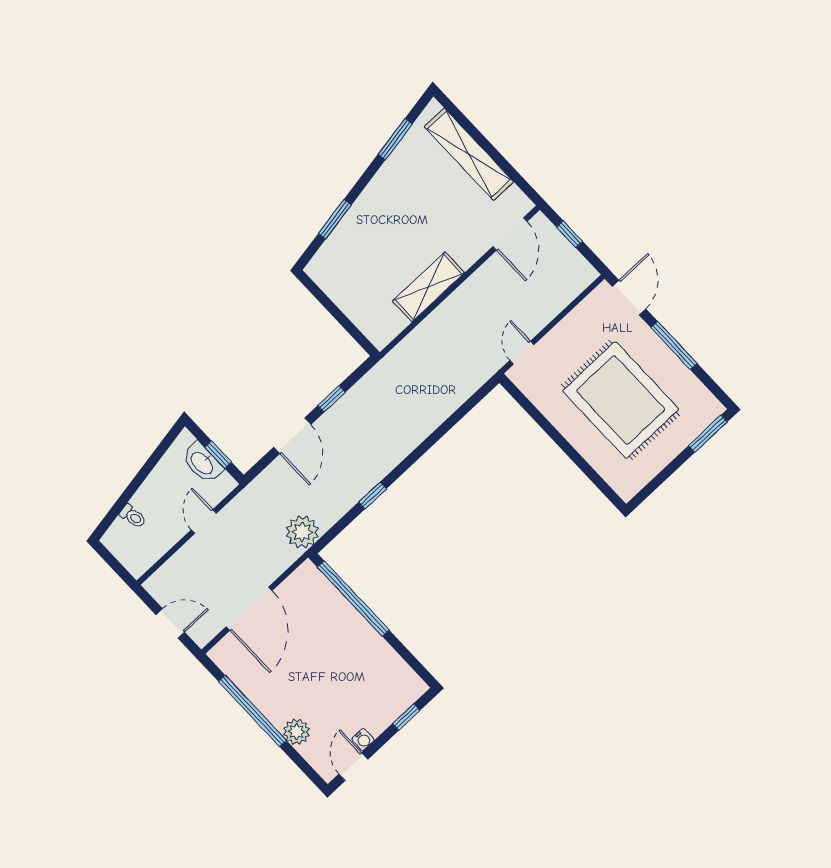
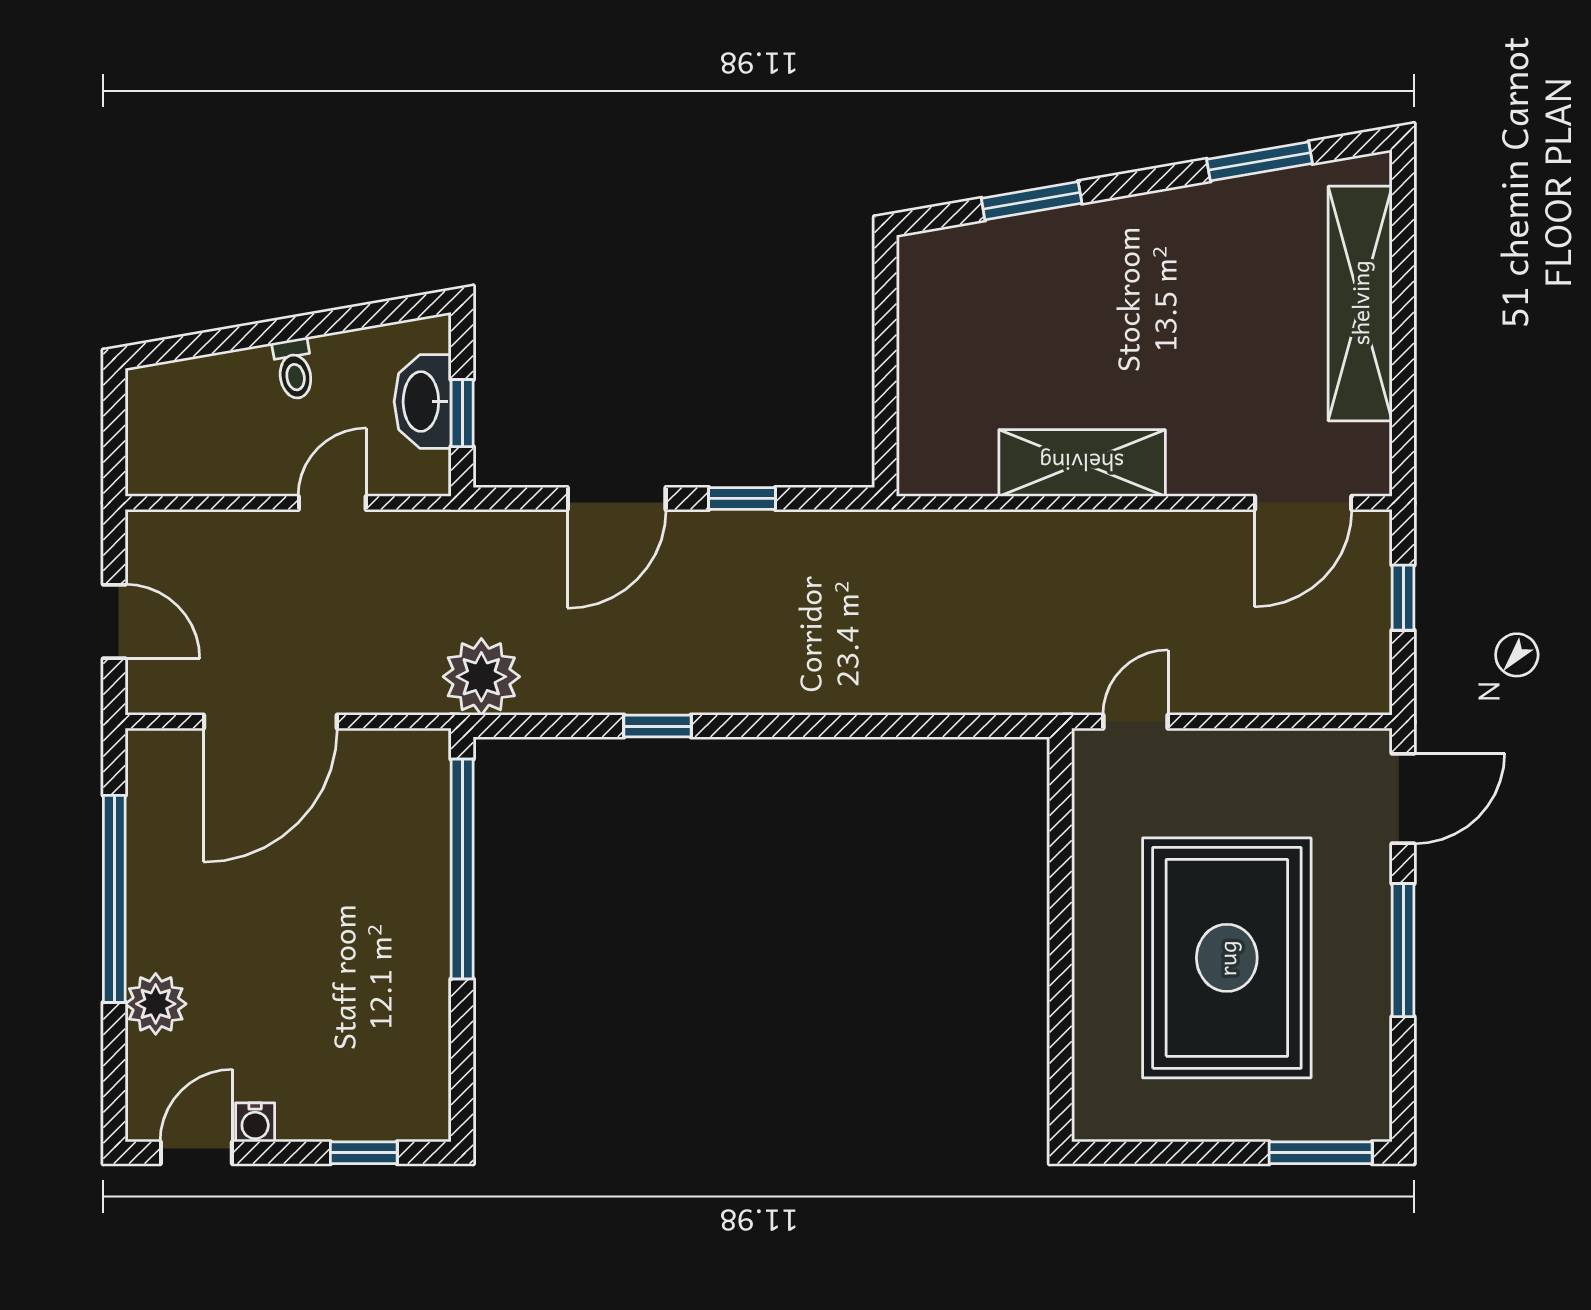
toilet: (133, 516) -> (294, 369), moved

